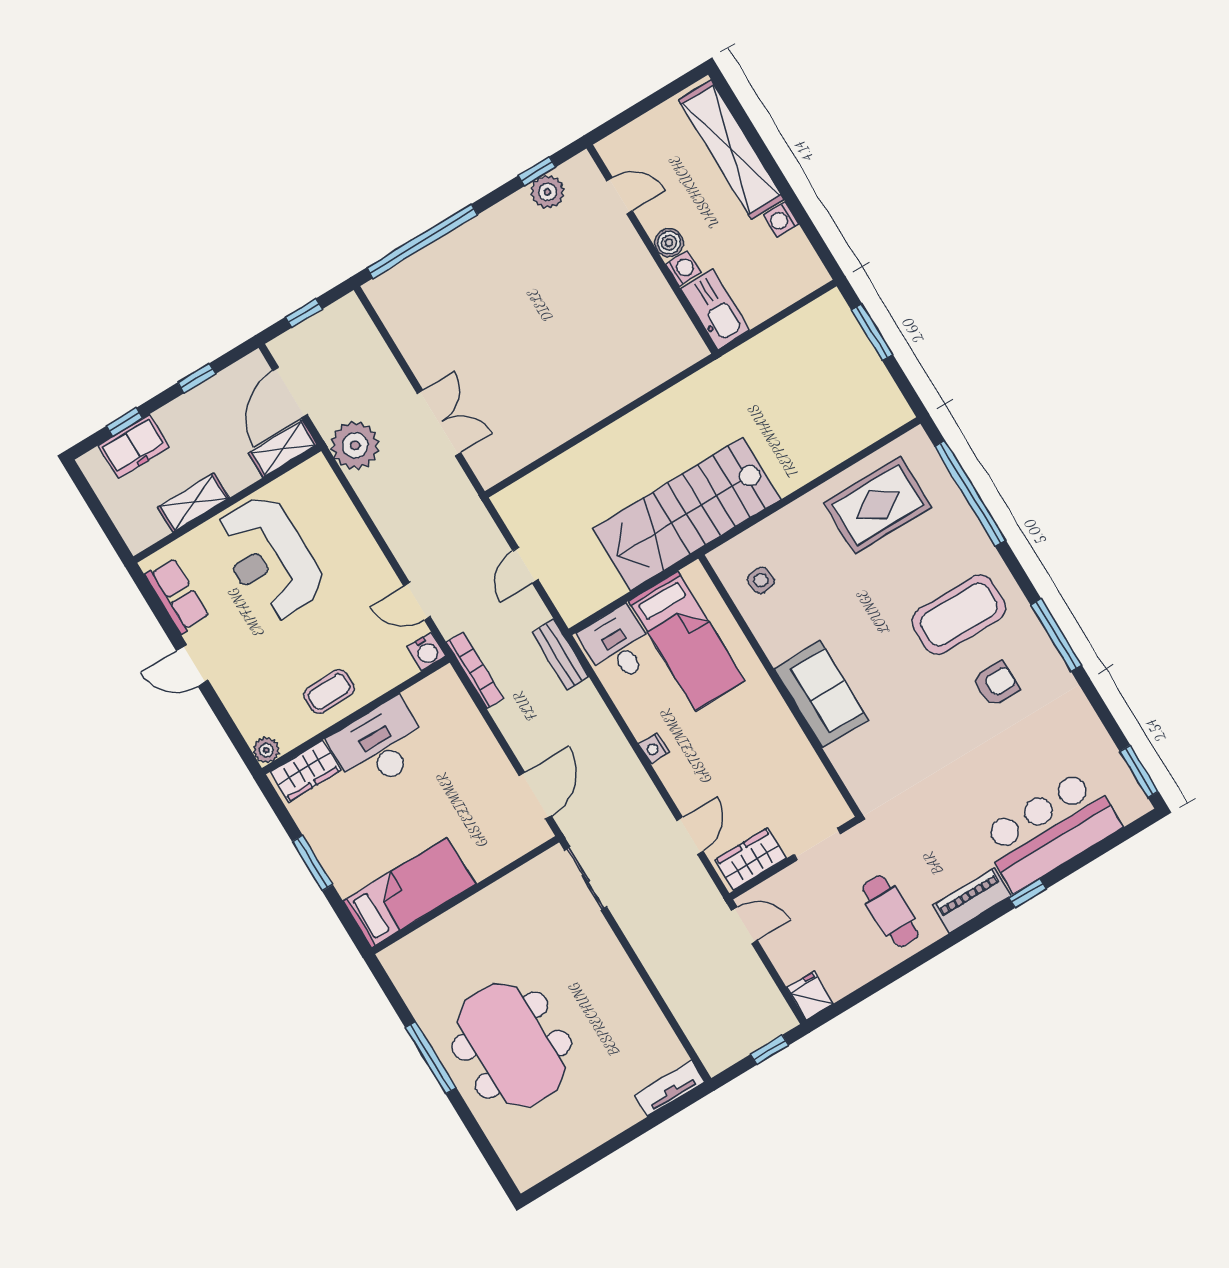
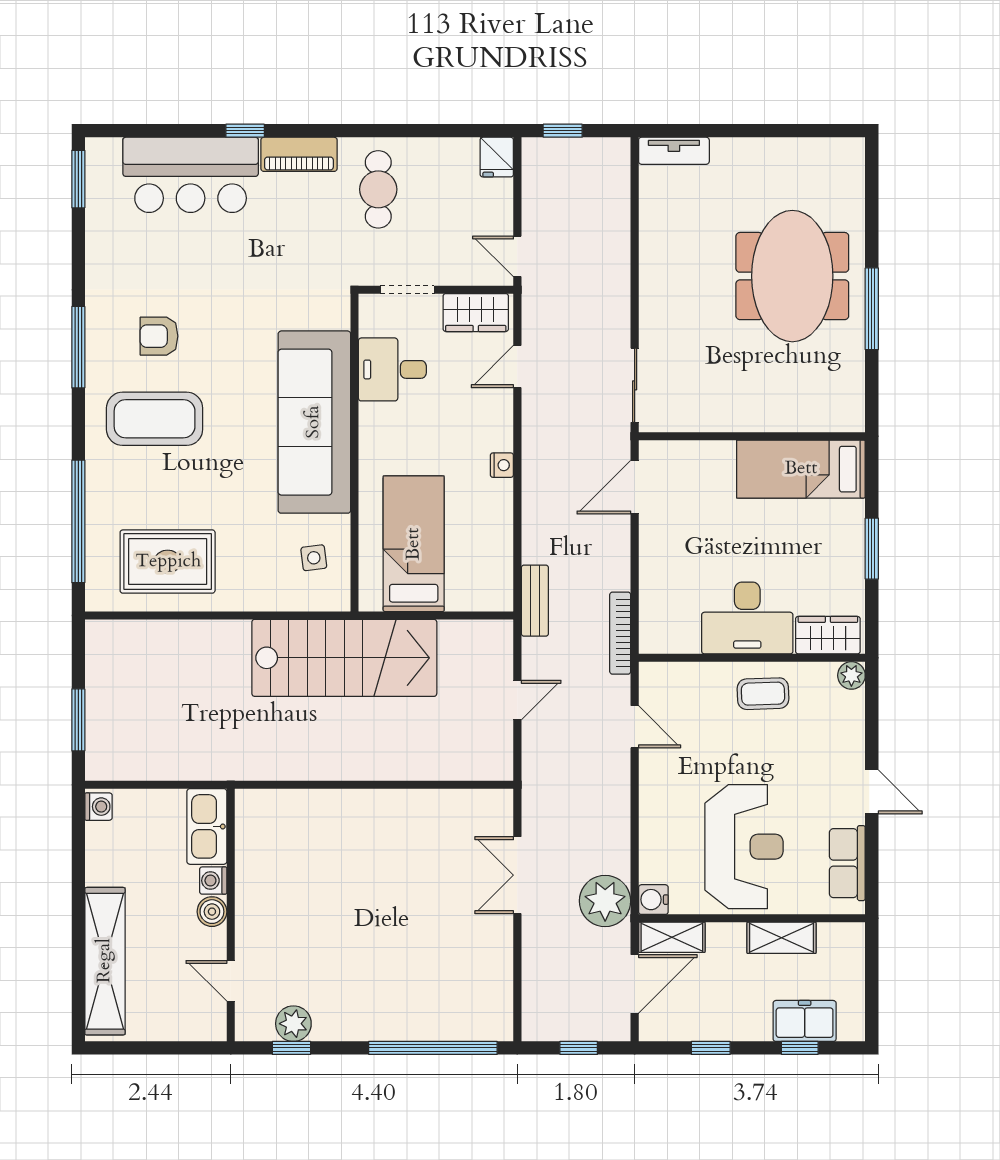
washing machine: (781, 219) -> (98, 807), moved
desk: (618, 645) -> (392, 369), moved, turned 90
water cooler: (427, 651) -> (653, 900), moved, turned -90
sofa: (821, 694) -> (314, 422), width x1.85, depth x1.27

